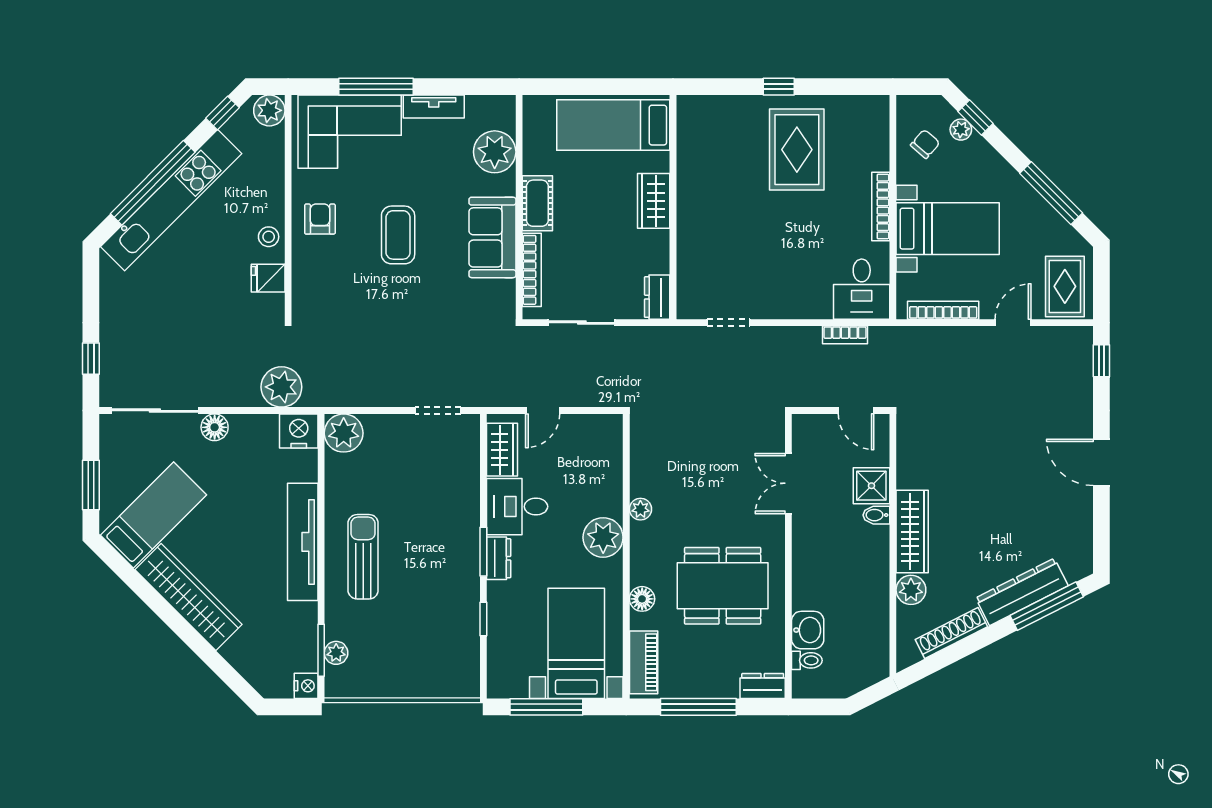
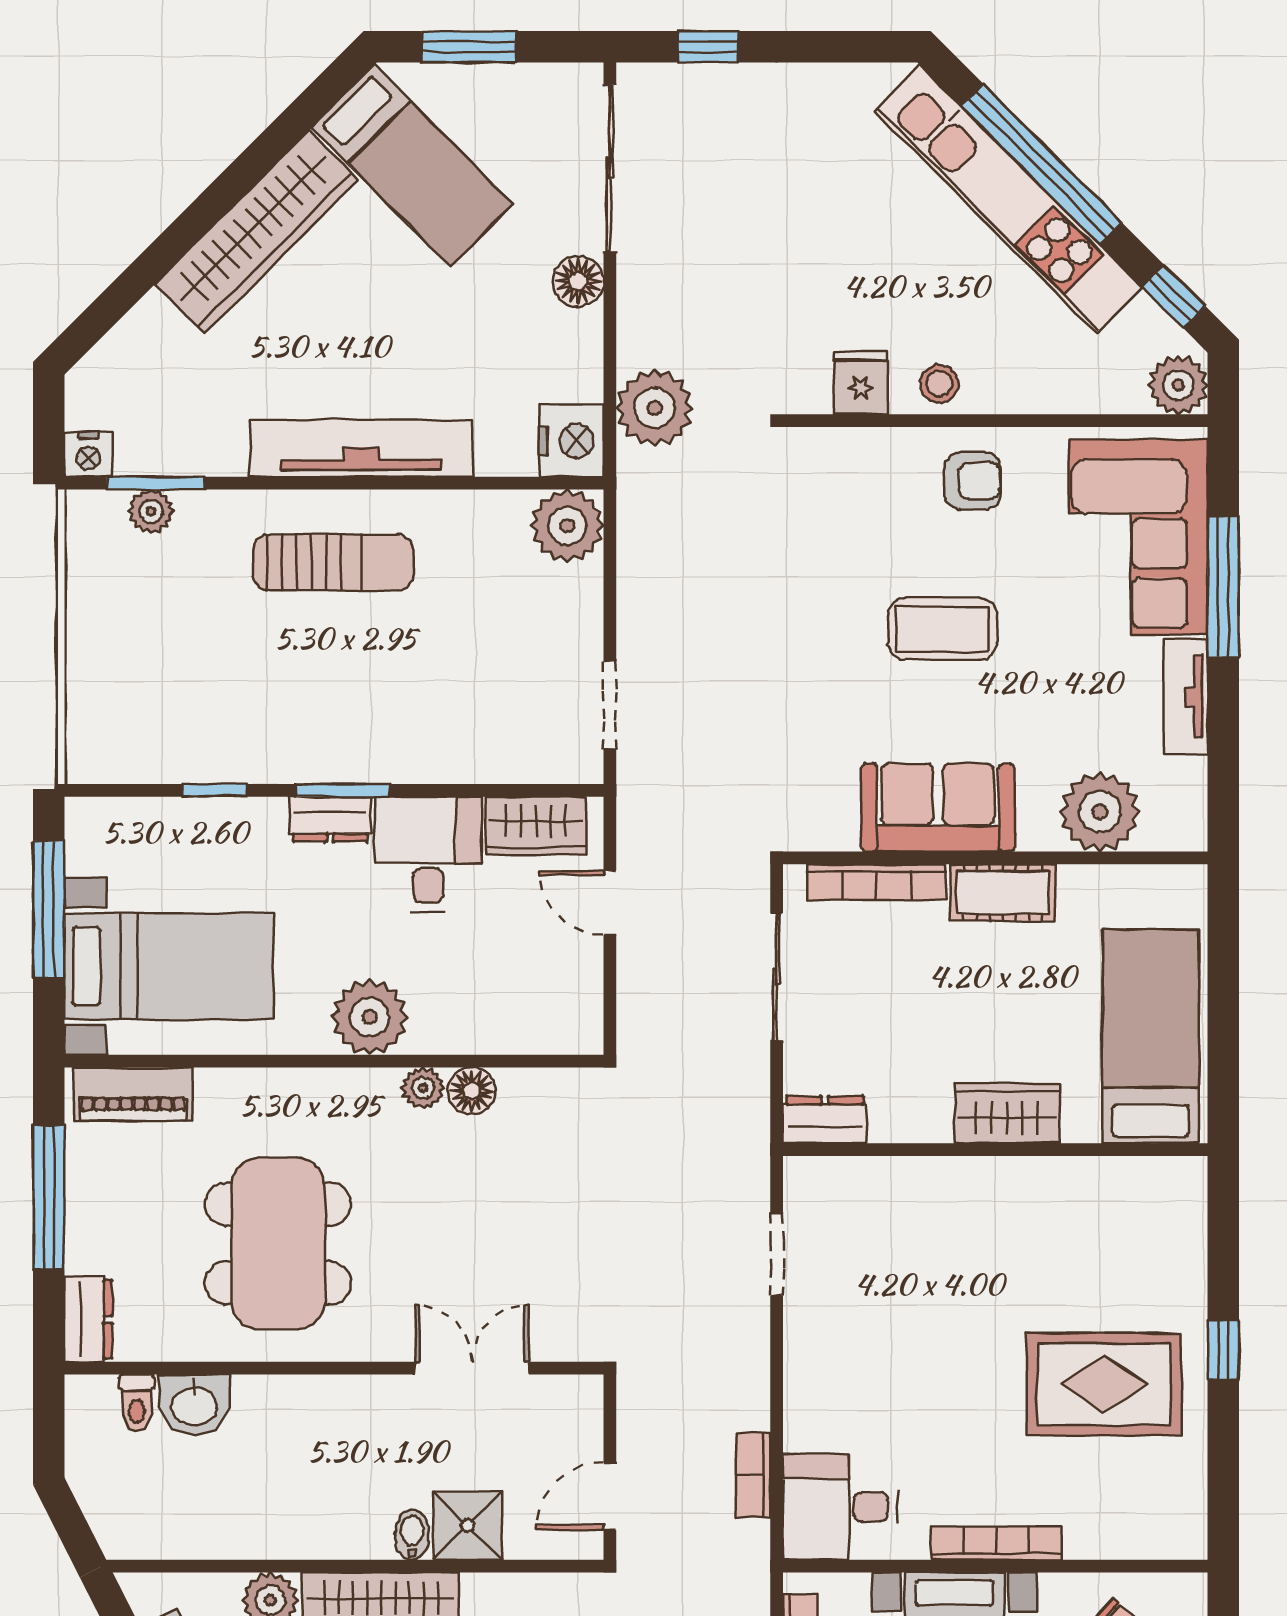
floor lamp: (642, 599) -> (472, 1091), moved

